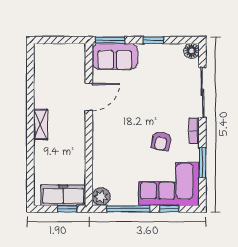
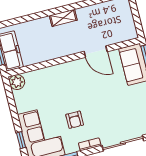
armchair: (161, 141) -> (75, 120), turned -103
window: (128, 209) -> (13, 107), removed

